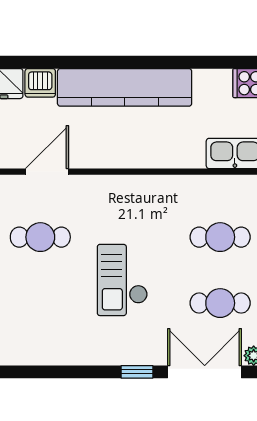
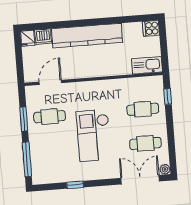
checkout: (122, 280) -> (94, 135), width x1.36, depth x1.21
window: (137, 372) -> (75, 185), moved

